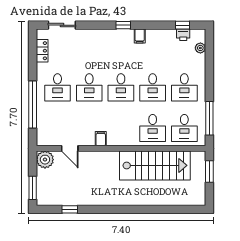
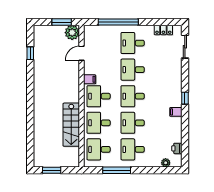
window: (182, 25) -> (185, 148), removed
window: (209, 118) -> (117, 170), moved
desk: (121, 128) -> (99, 96), added
stairs: (155, 165) -> (71, 125), width x0.73, depth x0.66
window: (209, 172) -> (52, 170), moved
window: (33, 188) -> (62, 22), moved

